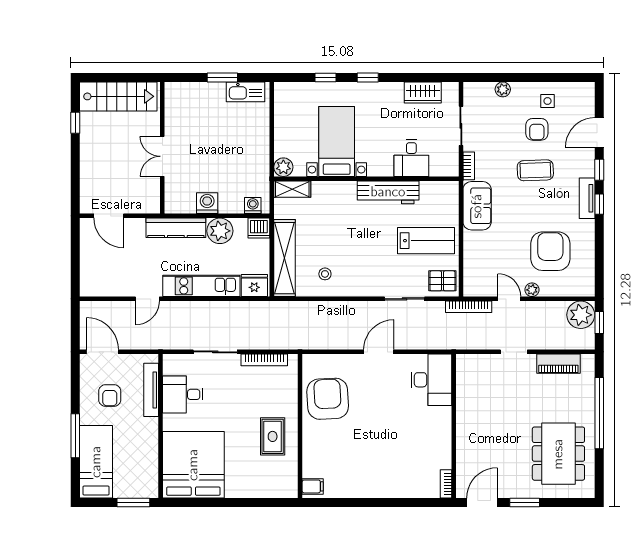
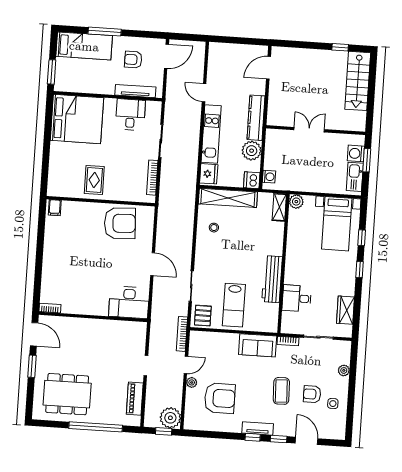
bed with nightstands: (337, 141) -> (337, 224), moved, turned 90
wall: (162, 148) -> (316, 130), moved
double door: (162, 156) -> (309, 130), moved
washing machine: (207, 203) -> (356, 153), moved, turned 180
rug: (273, 436) -> (94, 180), turned 90

